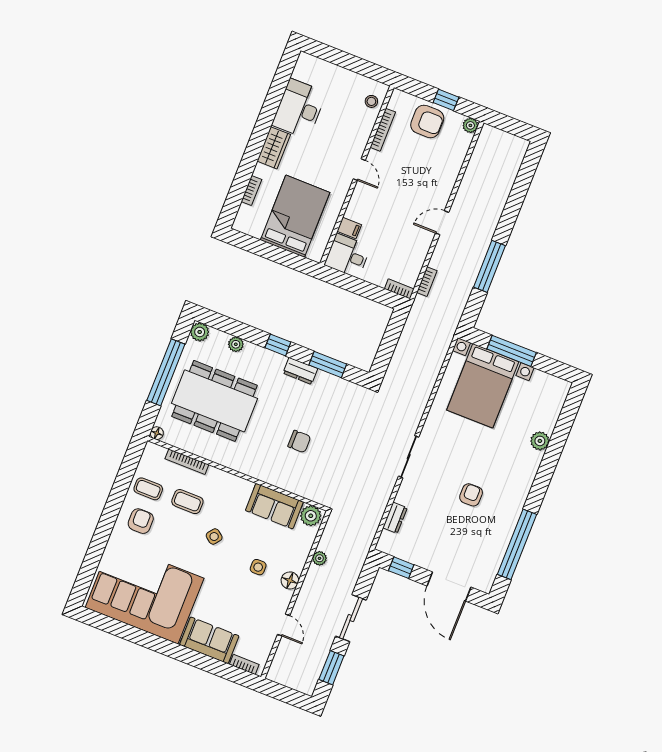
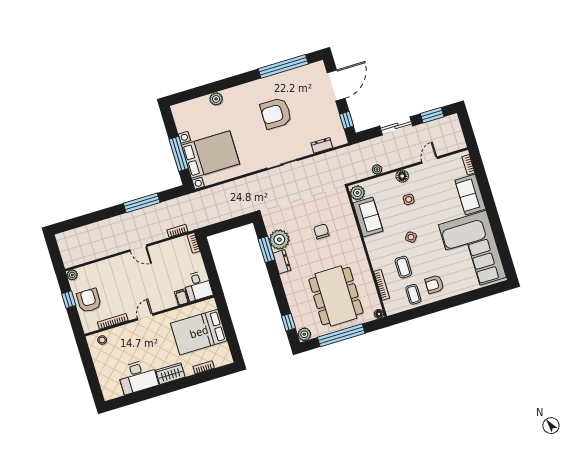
plant: (236, 344) -> (279, 240), moved, width x1.87, depth x1.87
window: (278, 345) -> (288, 322), moved
armchair: (471, 495) -> (276, 113), width x1.88, depth x1.88

